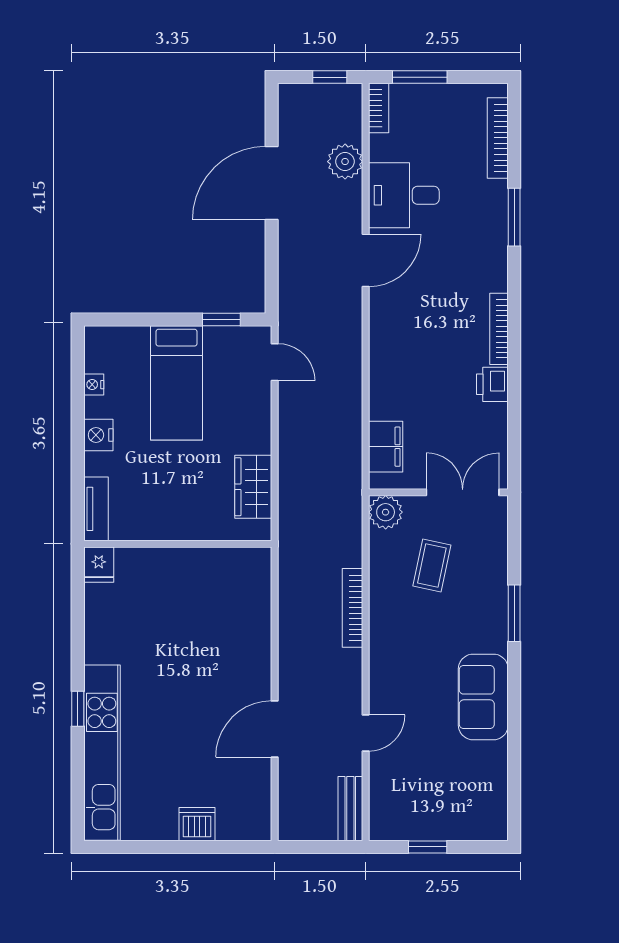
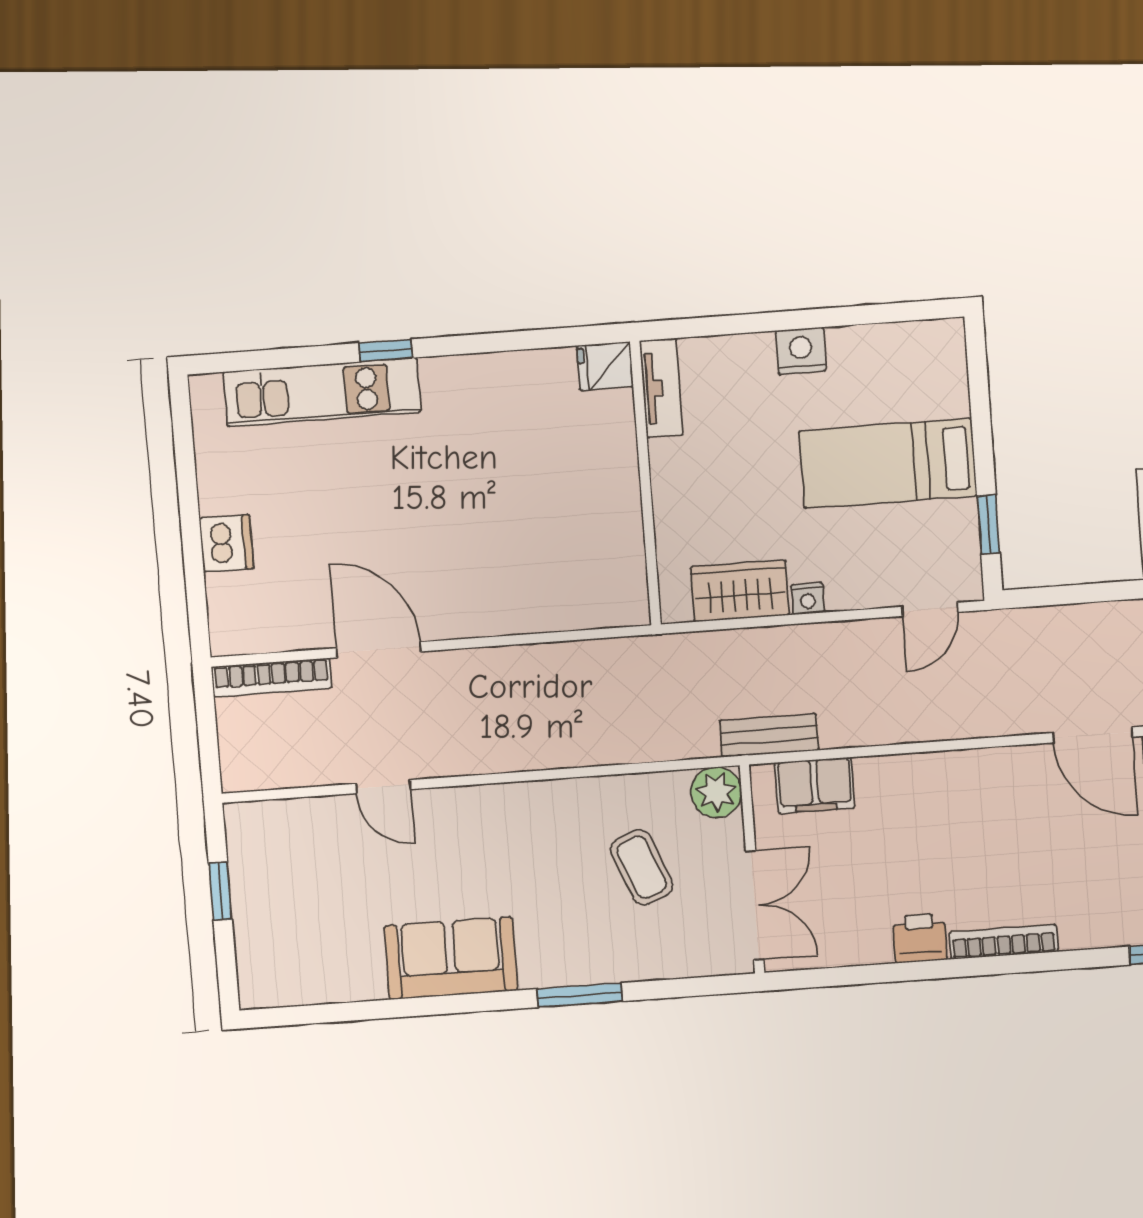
nightstand: (94, 385) -> (808, 599), moved, turned 180
tv unit: (96, 509) -> (661, 388), moved, turned -90
coffee table: (432, 566) -> (642, 867), turned 56
bookcase: (353, 608) -> (271, 678), moved, turned 180
kitchen unit: (102, 753) -> (322, 392), width x0.73
bench: (350, 809) -> (769, 735), moved

